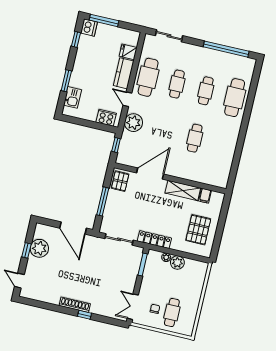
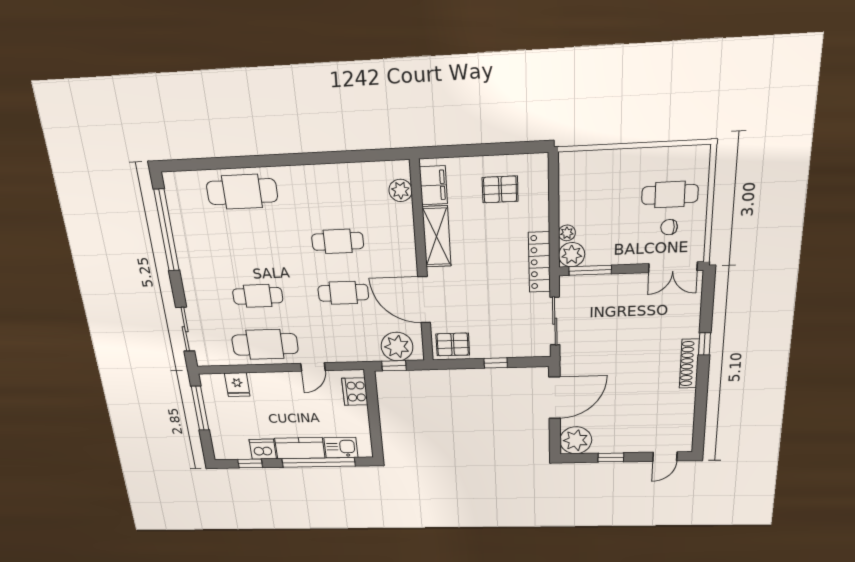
window: (104, 20) -> (200, 408), moved
dishwasher: (89, 28) -> (263, 449), moved
kitchen counter: (124, 73) -> (300, 448), moved, turned 180
window: (66, 81) -> (318, 462), width x2.11
cafe table: (206, 91) -> (343, 293), moved
plant: (134, 123) -> (397, 347), moved
plant: (212, 179) -> (400, 190), added
filing cabinet: (205, 196) -> (433, 185), width x2.00
window: (103, 201) -> (496, 363), width x0.46
pallet: (198, 230) -> (500, 189), width x0.67, depth x0.71
plant: (39, 248) -> (576, 440), moved
plant: (177, 263) -> (572, 255), moved

